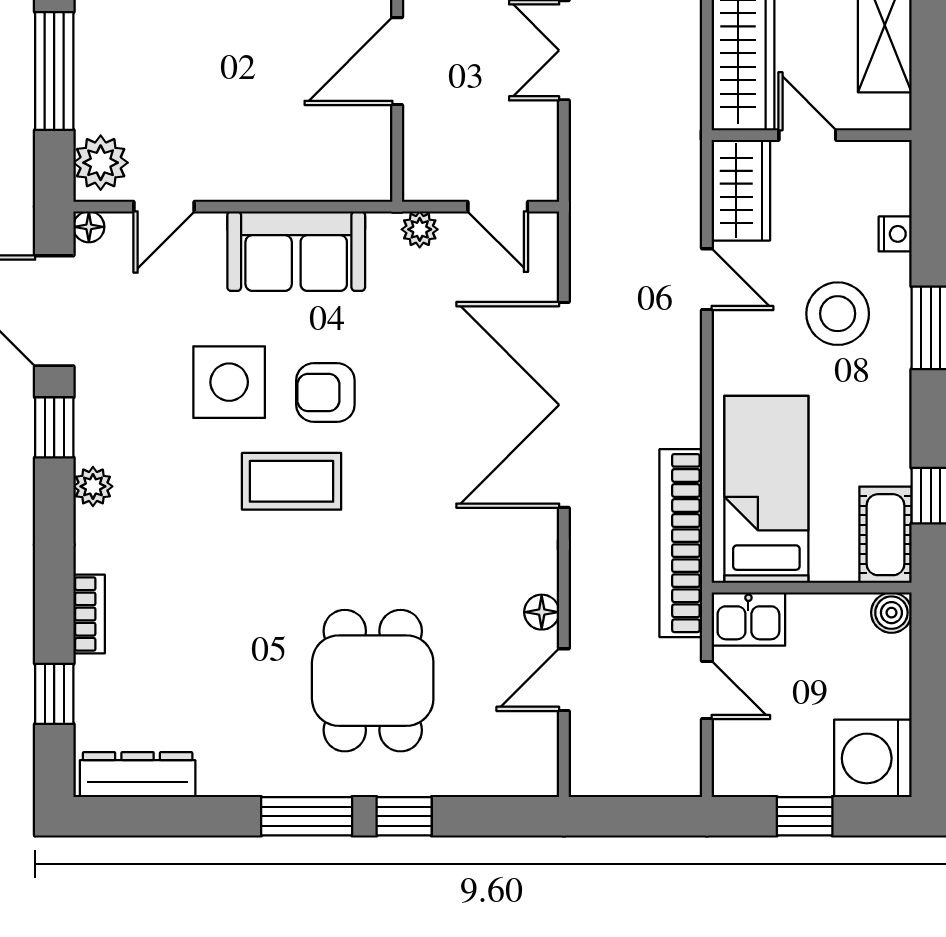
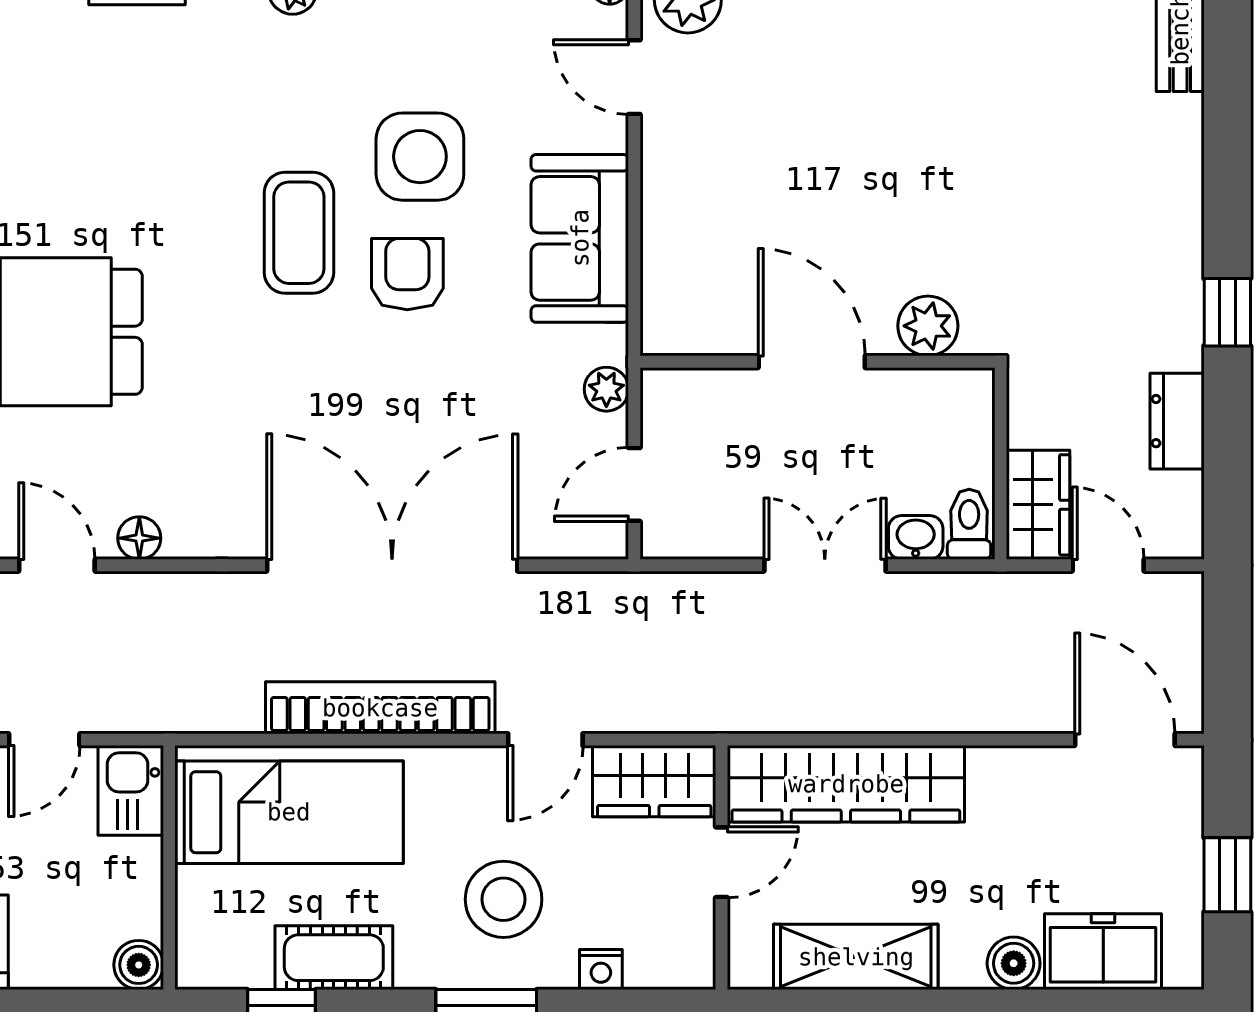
cot: (886, 535) -> (334, 958), moved
bookcase: (681, 543) -> (380, 708), moved

